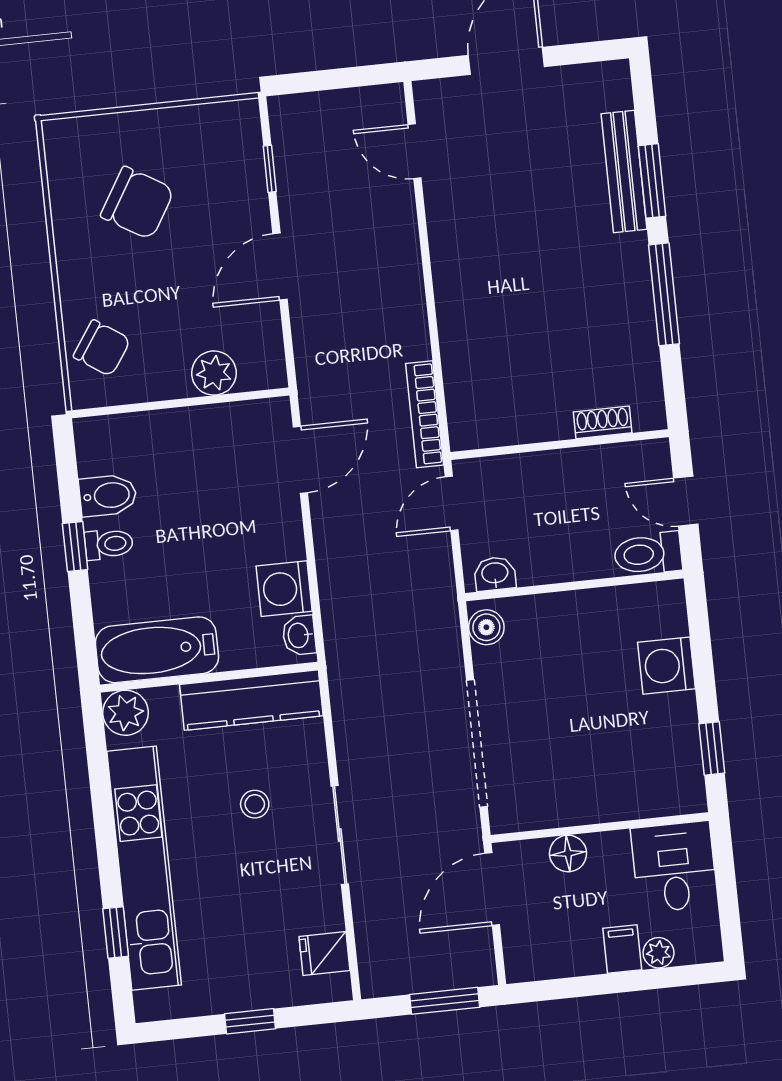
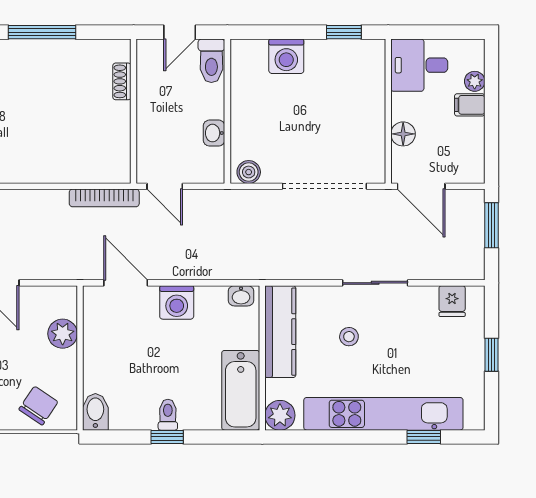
bidet: (108, 495) -> (95, 412), moved
washbasin: (495, 574) -> (214, 133), moved
washing machine: (284, 589) -> (177, 302), moved

